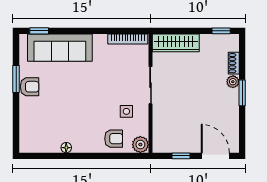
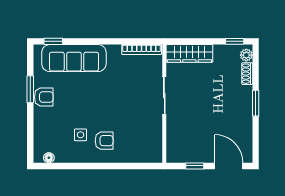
plant: (233, 82) -> (246, 55), moved
side table: (126, 111) -> (80, 135), moved
armchair: (114, 139) -> (104, 141), moved
plant: (140, 145) -> (154, 155), removed
floor lamp: (66, 148) -> (49, 158), moved

